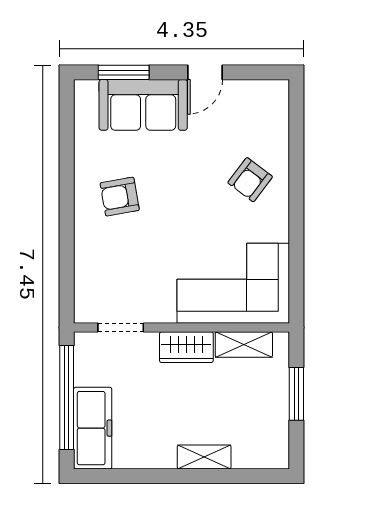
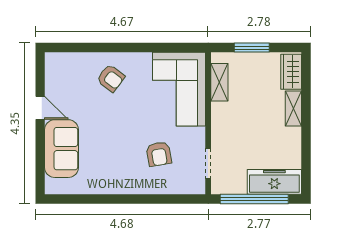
window: (124, 72) -> (40, 161), removed
armchair: (120, 197) -> (159, 154), moved
wardrobe: (186, 347) -> (291, 72), moved, turned 180

